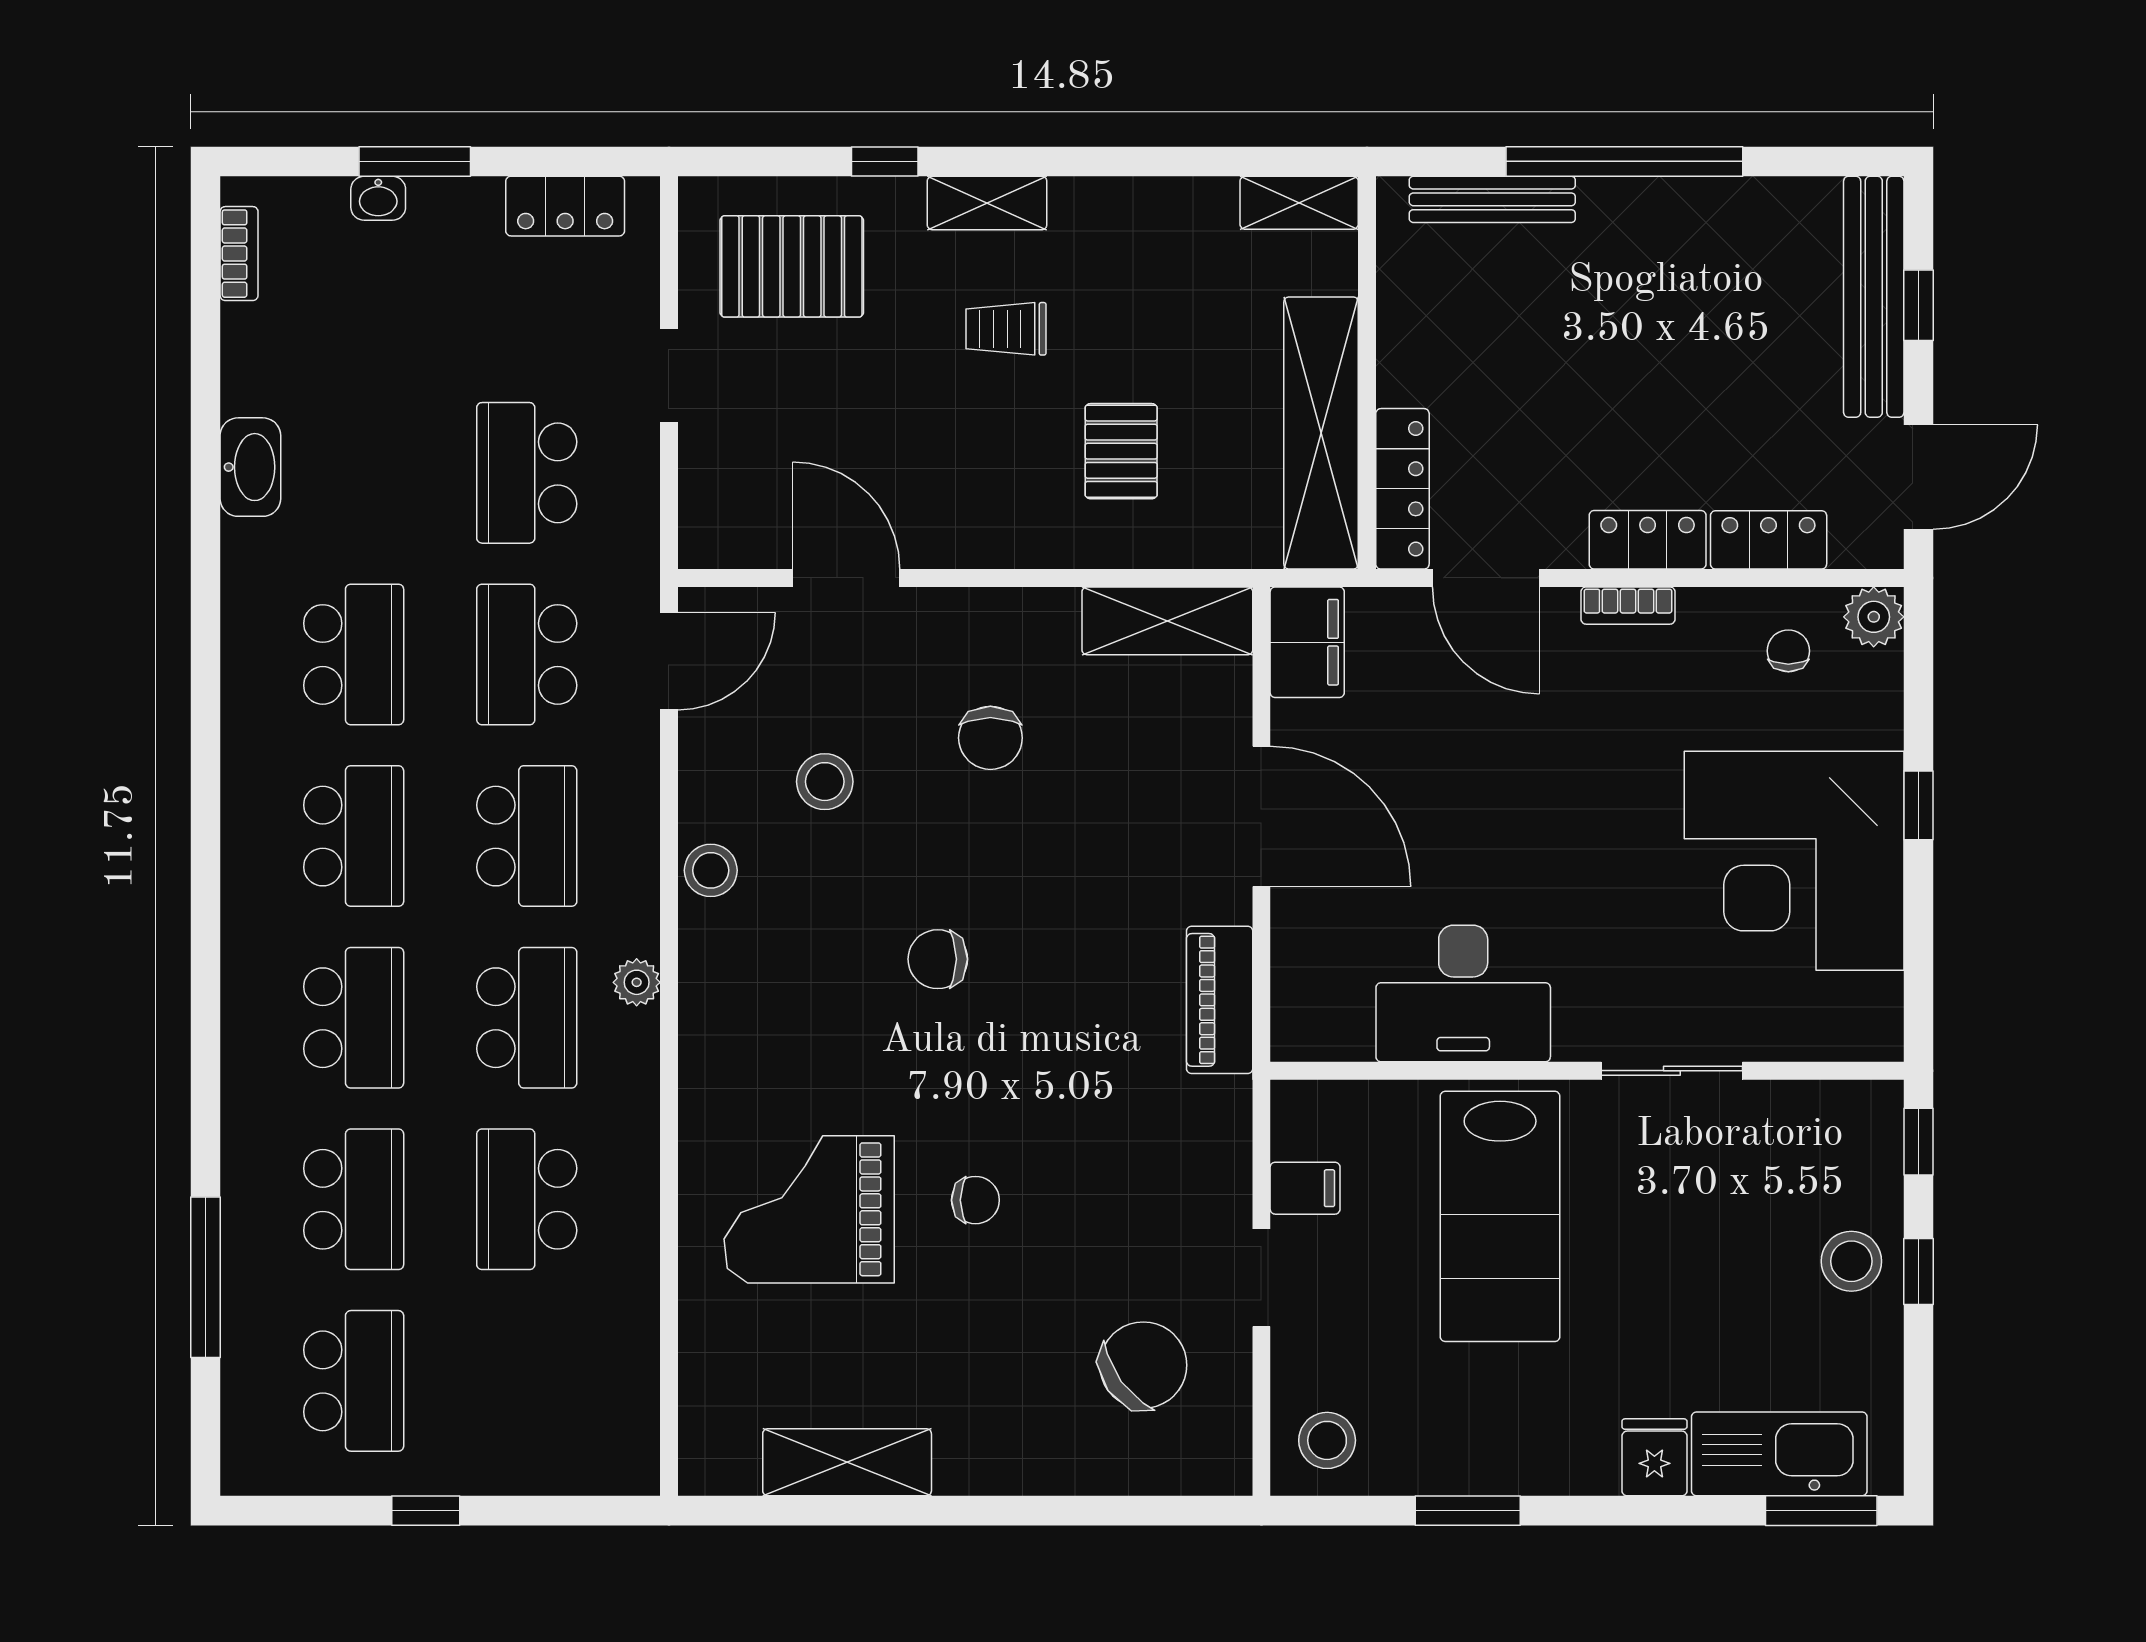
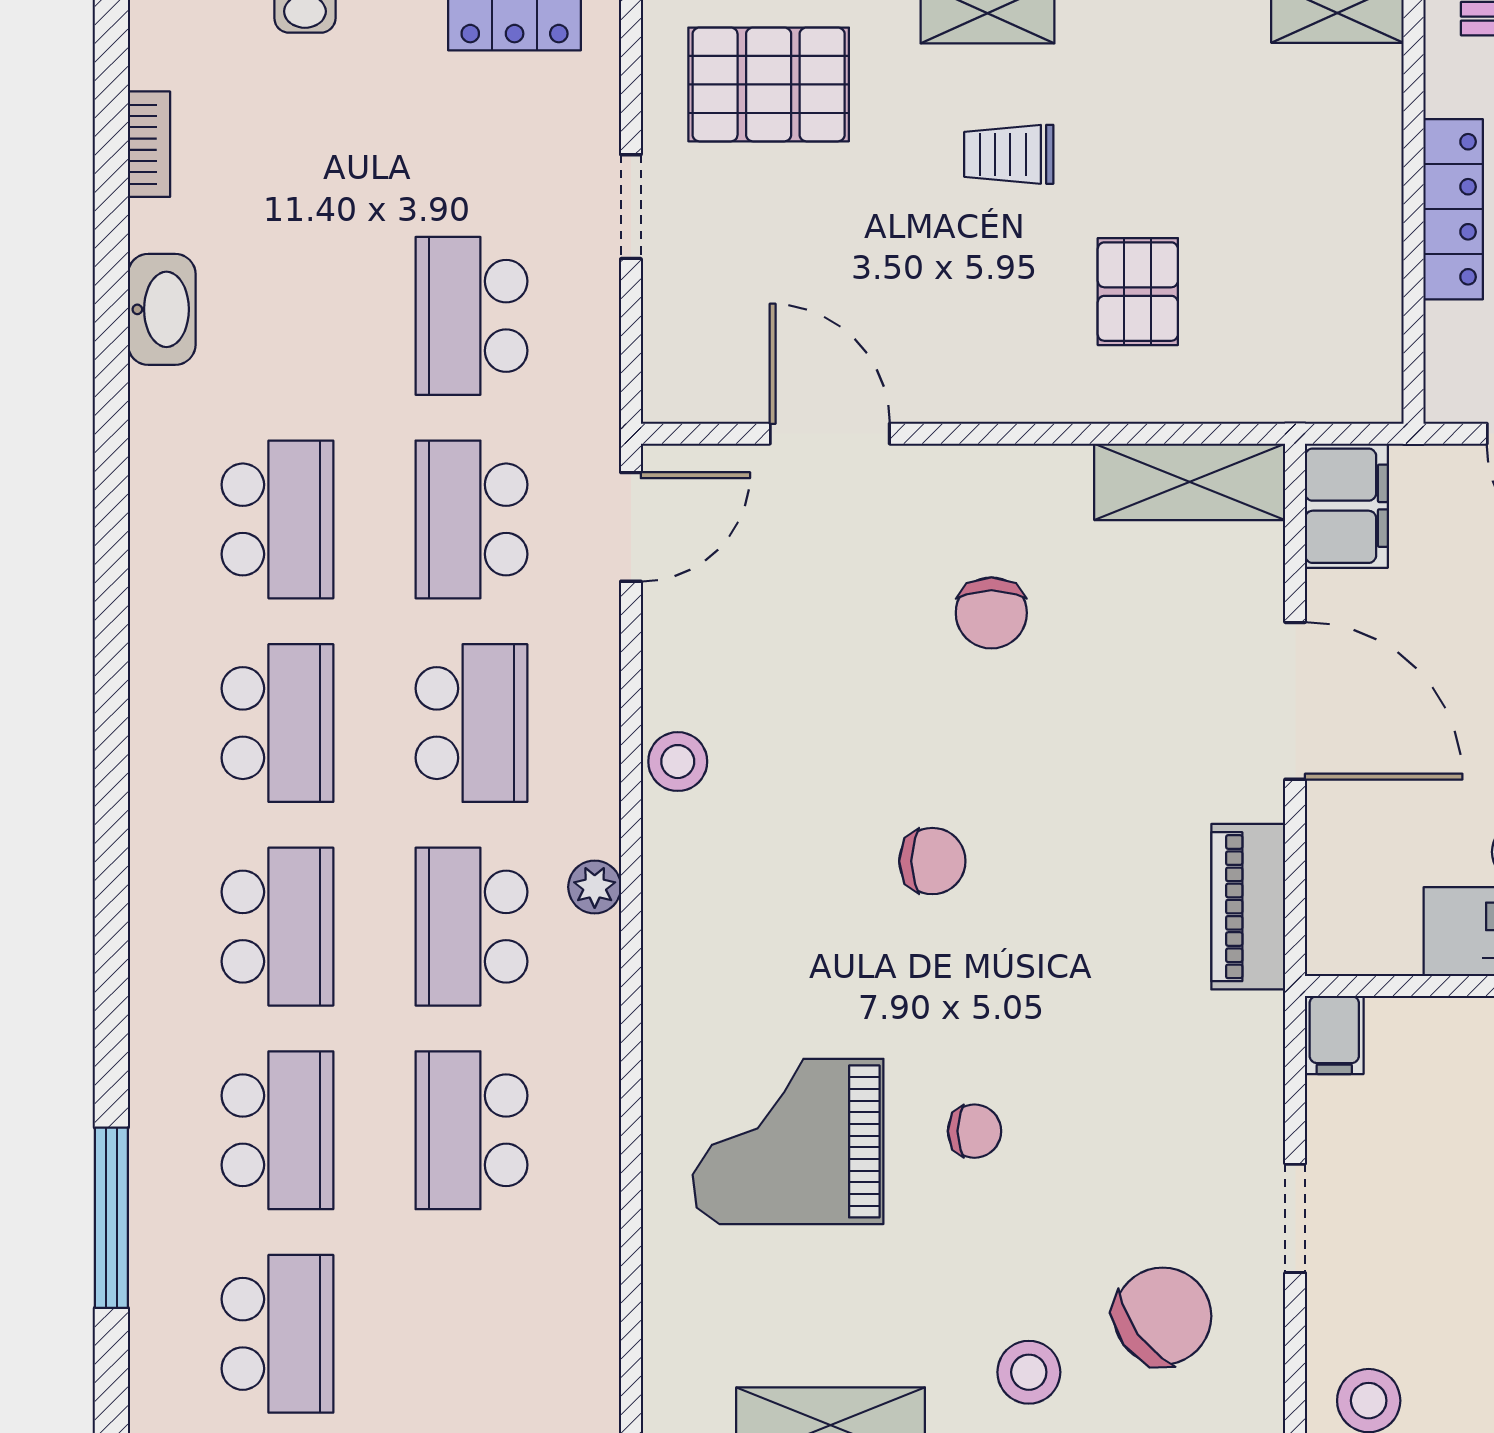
bookcase: (239, 254) -> (149, 144), moved
shelving: (1321, 433) -> (1362, 271), removed
locker: (1402, 489) -> (1453, 209), moved
stool: (825, 782) -> (1029, 1372), moved
chair: (938, 959) -> (932, 861), turned 180
school desk: (527, 1018) -> (471, 927), turned 180
filing cabinet: (1305, 1188) -> (1334, 1035), moved, turned 90

